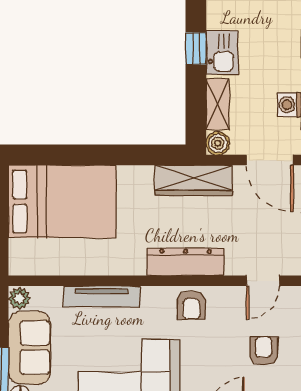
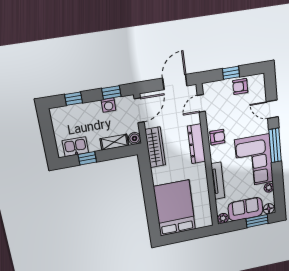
kitchen sink: (222, 53) -> (75, 147), moved
door: (263, 281) -> (201, 103), swing flipped
armchair: (264, 351) -> (240, 86), moved

